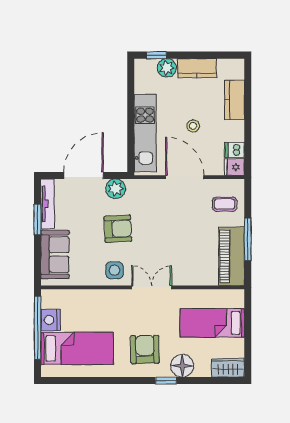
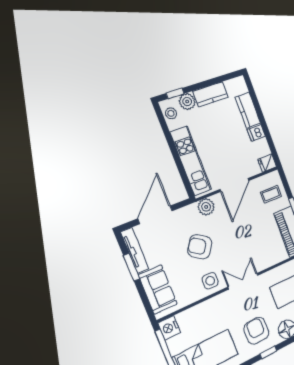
stool: (193, 126) -> (171, 113), moved
dishwasher: (235, 150) -> (256, 133), moved
door: (185, 177) -> (234, 185), swing flipped
plant: (116, 189) -> (206, 207), moved
armchair: (118, 229) -> (200, 247), turned -143
nightstand: (51, 320) -> (169, 328), moved
window: (166, 381) -> (268, 352), moved

